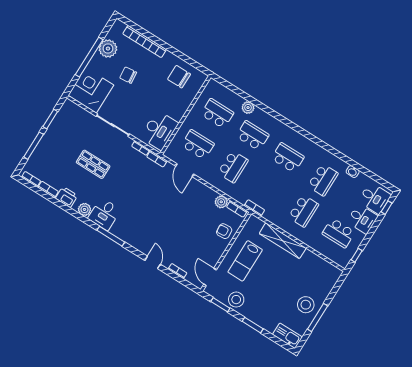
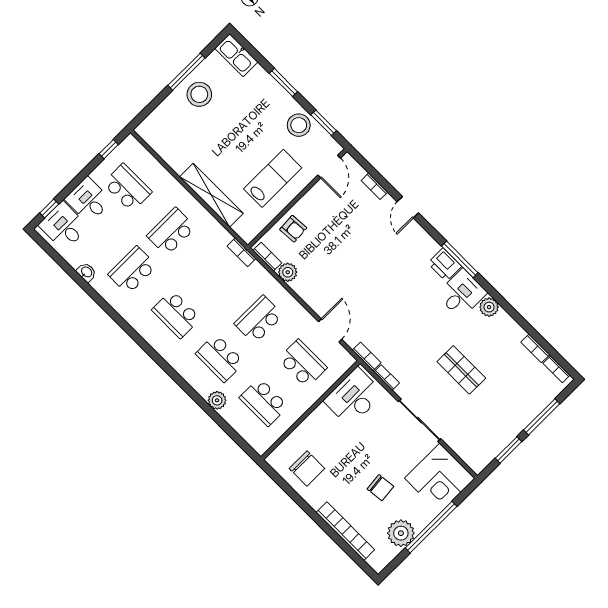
school desk: (198, 145) -> (303, 363), turned 180
printer: (67, 197) -> (445, 265), moved

